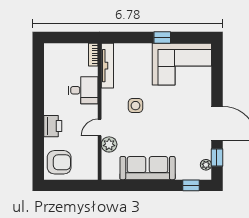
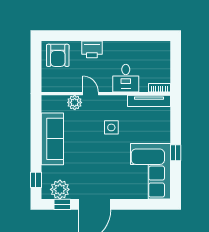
plant: (206, 165) -> (60, 189), width x1.88, depth x1.88

